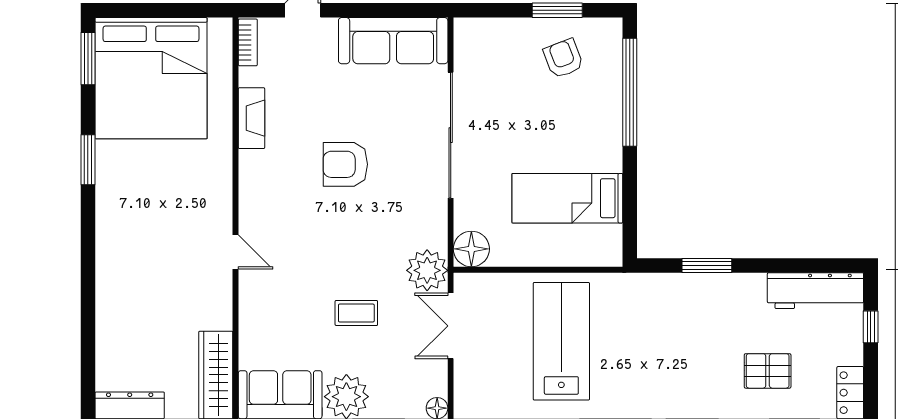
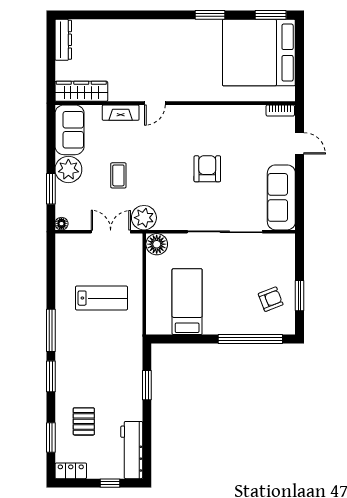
fireplace: (252, 118) -> (121, 113), moved
lab bench: (561, 341) -> (102, 298), width x0.73, depth x0.72

